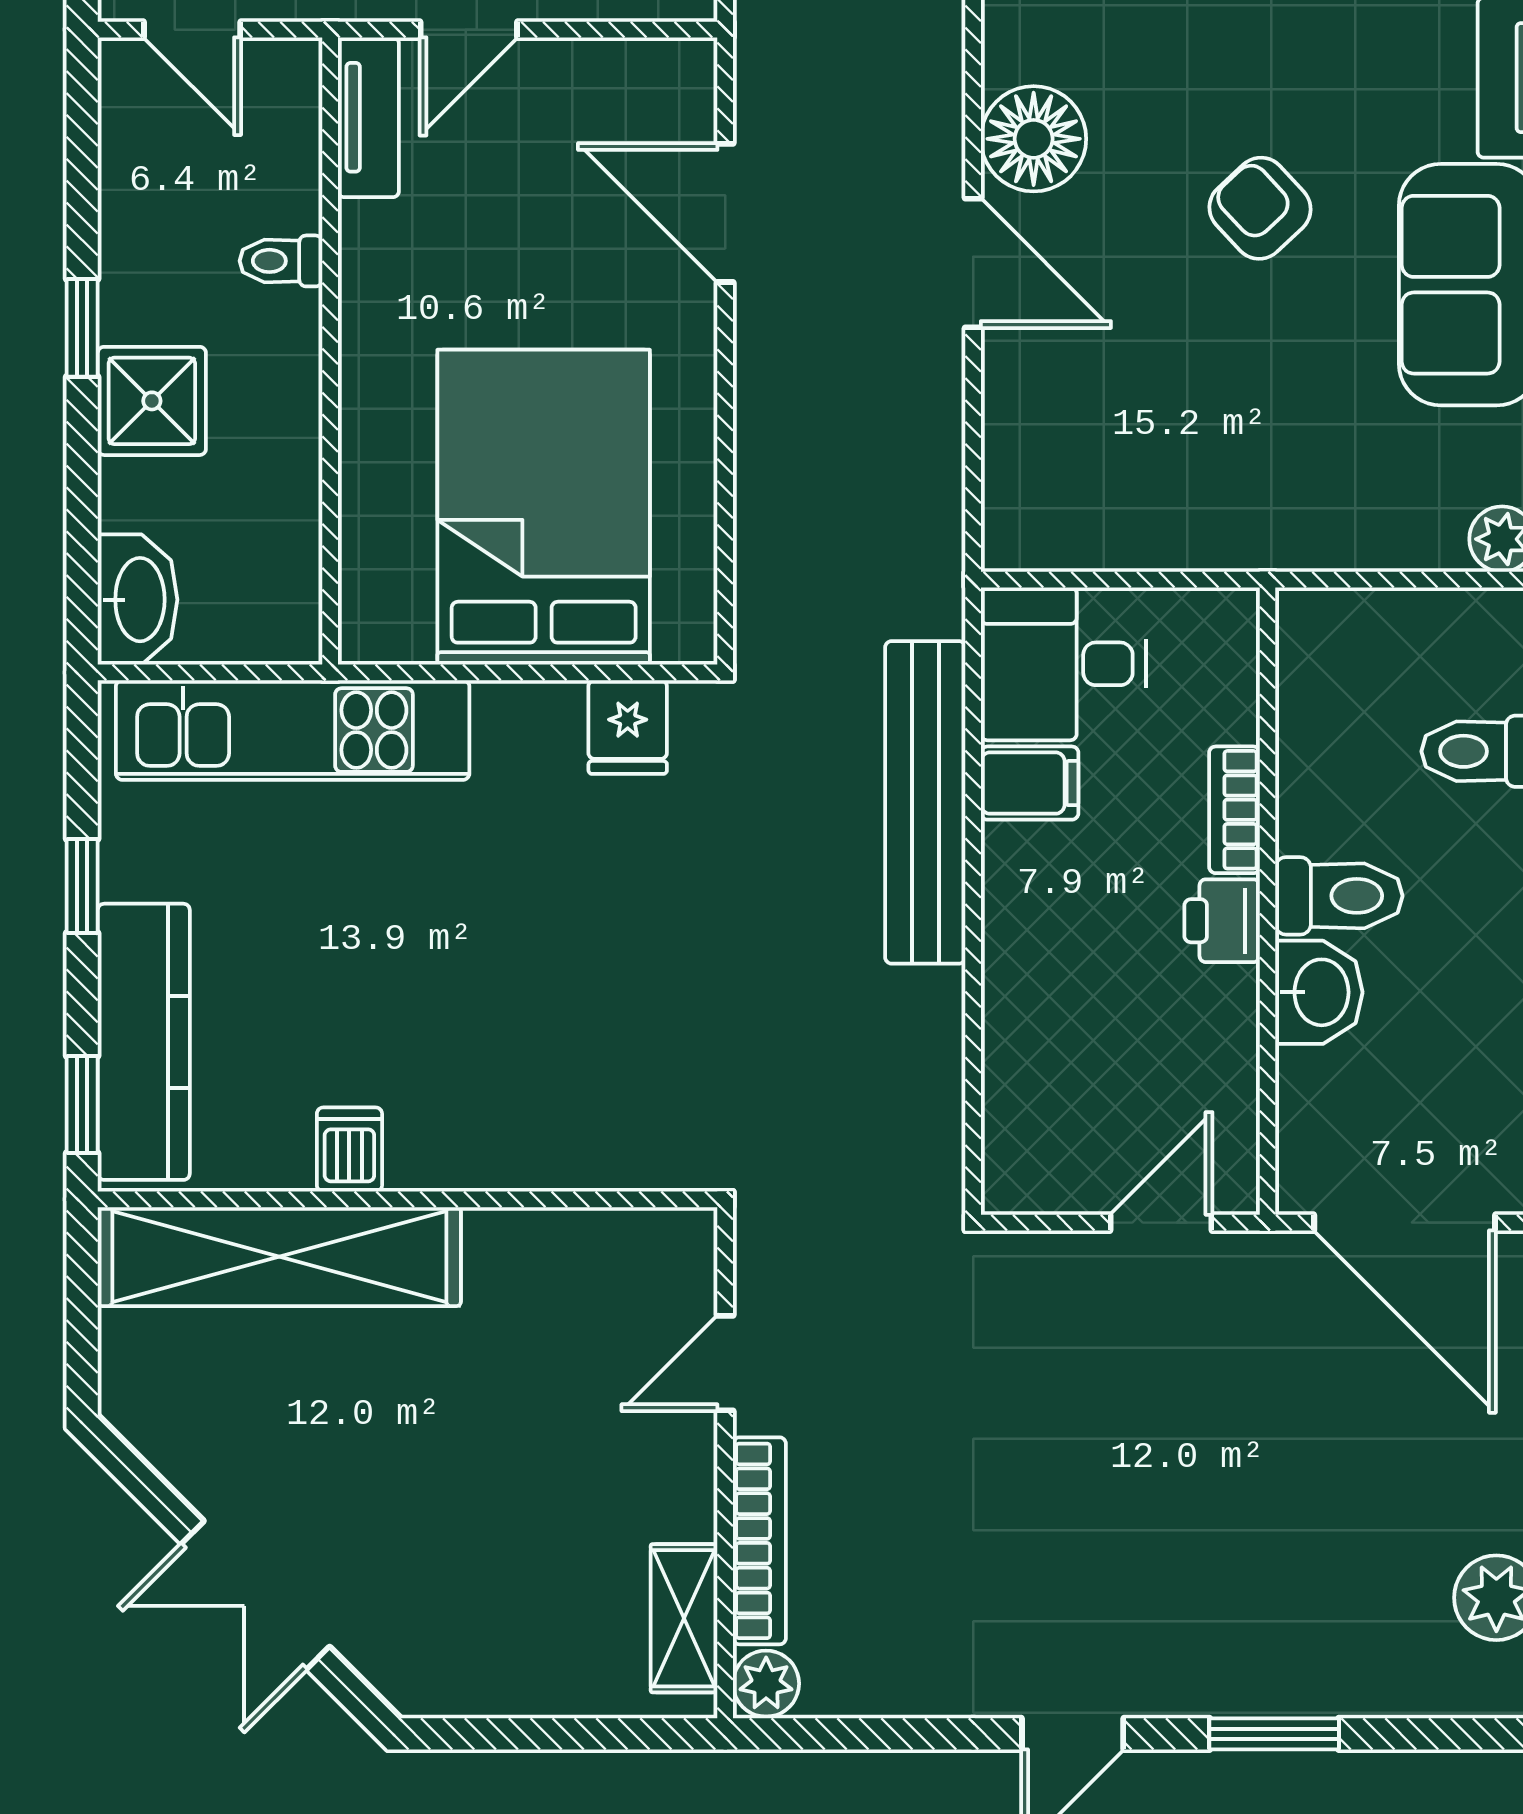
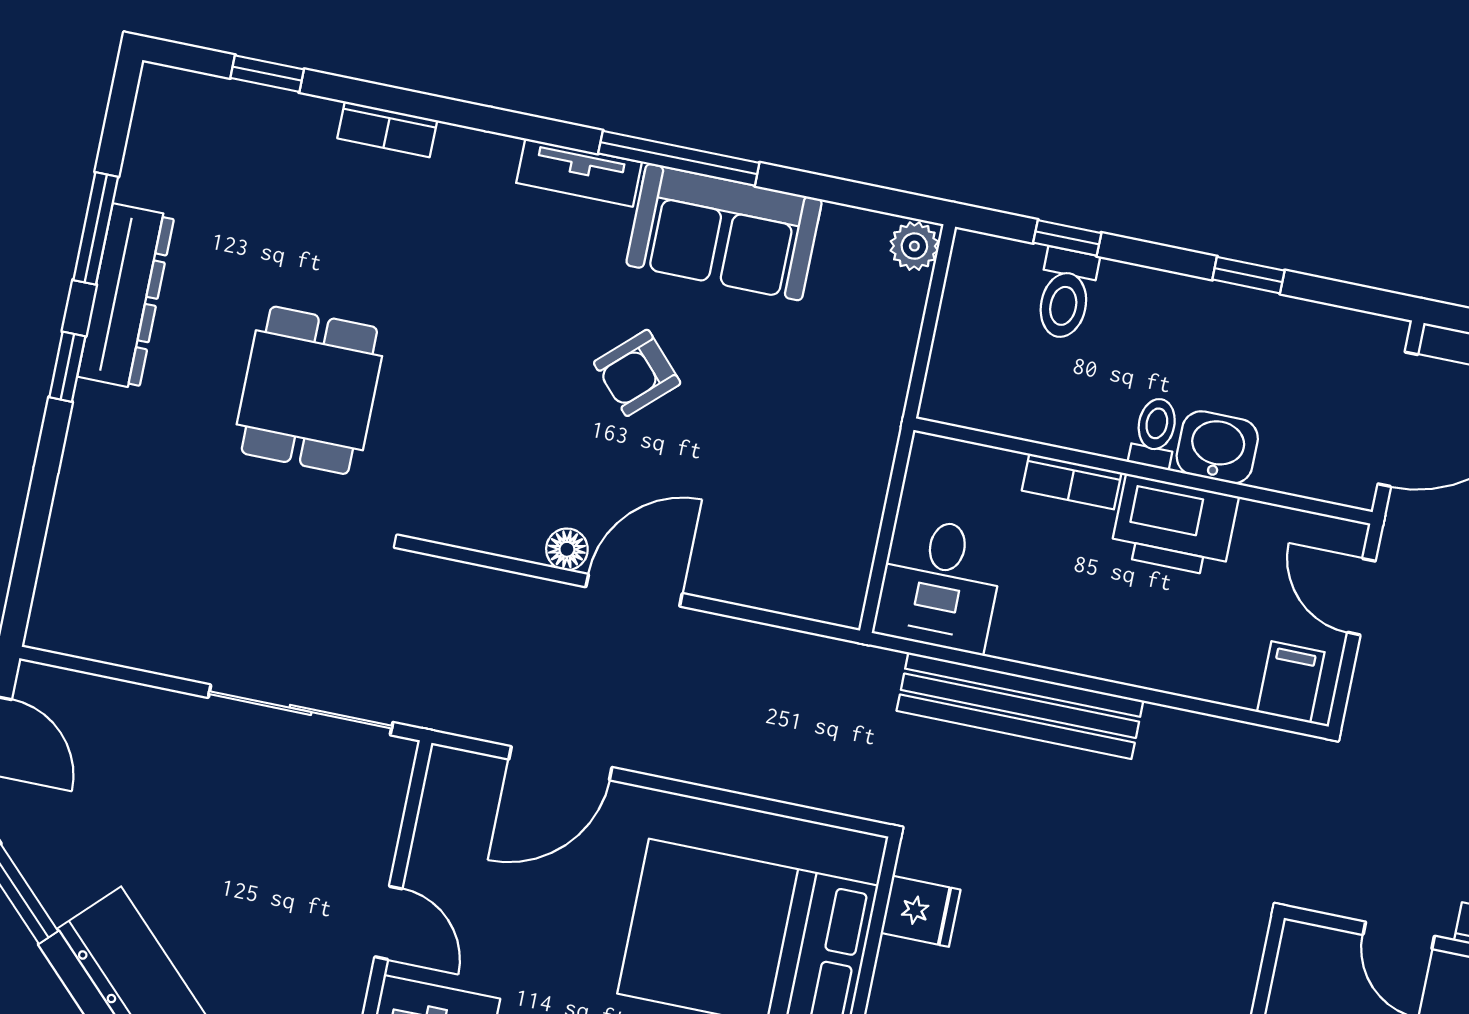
floor lamp: (1034, 139) -> (567, 549), width x0.53, depth x0.53
filing cabinet: (1030, 783) -> (1291, 682), moved
toilet: (1339, 896) -> (1155, 433), width x0.73, depth x0.72
printer: (1222, 921) -> (1174, 526), width x1.87, depth x1.48

